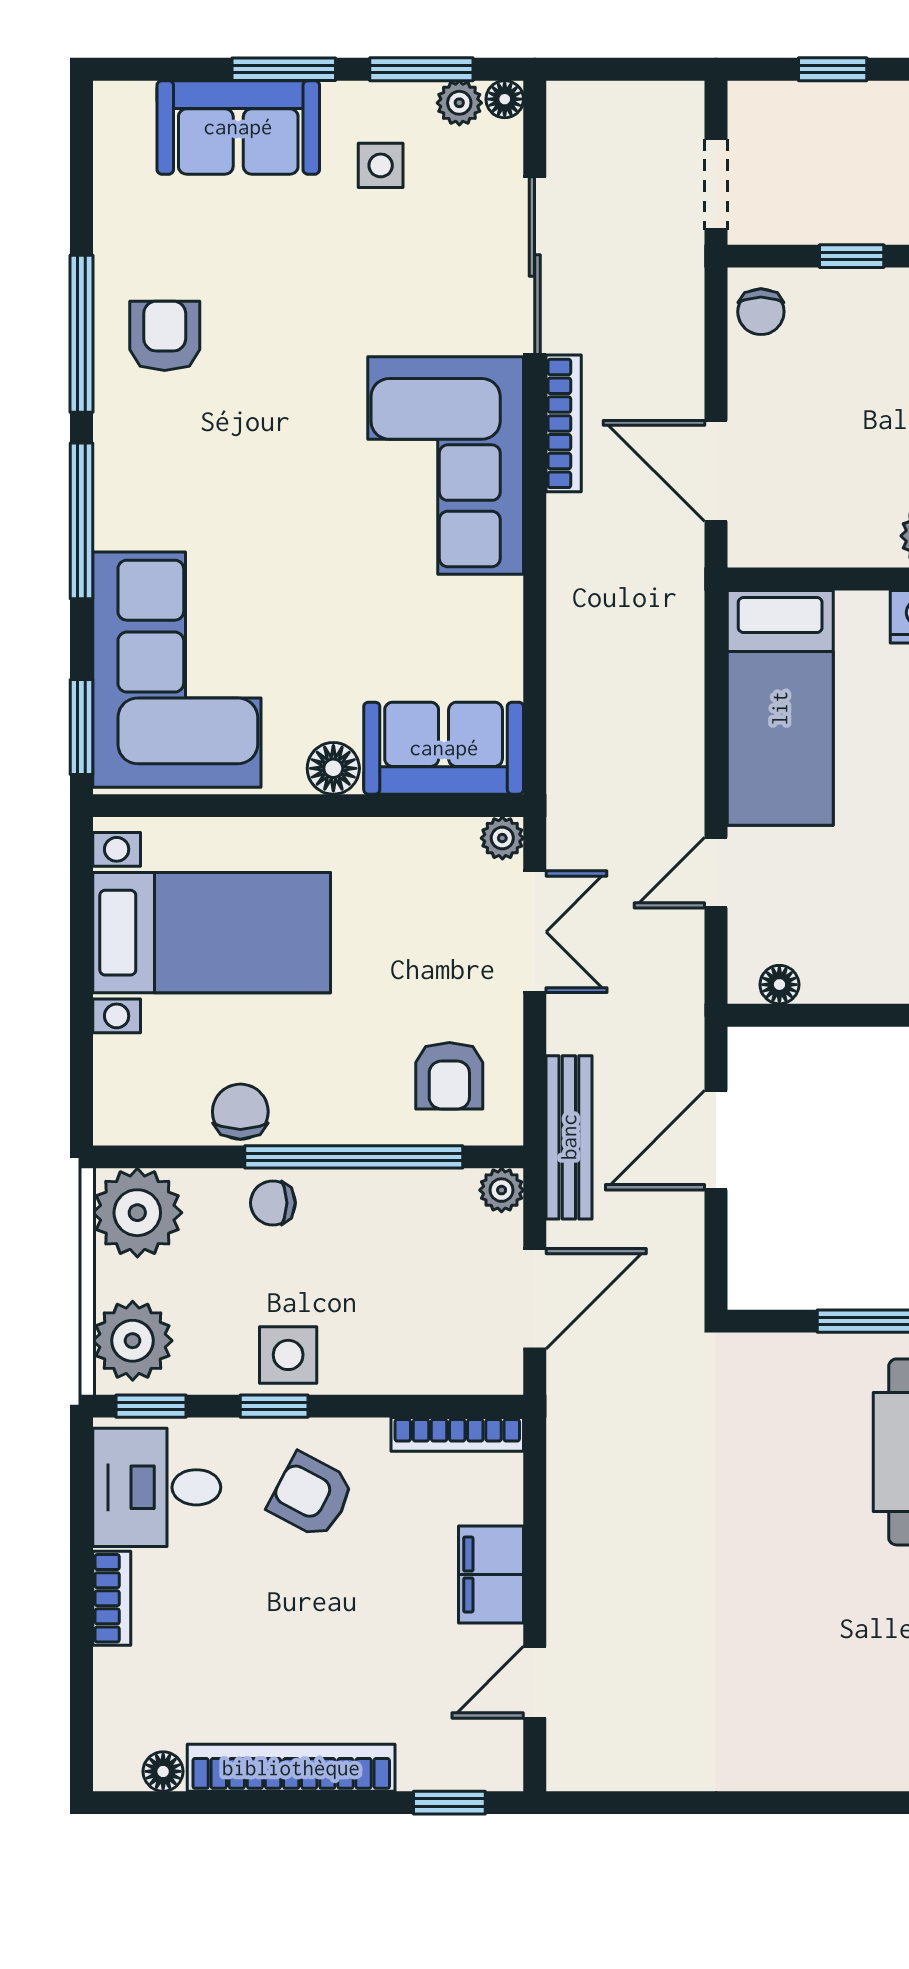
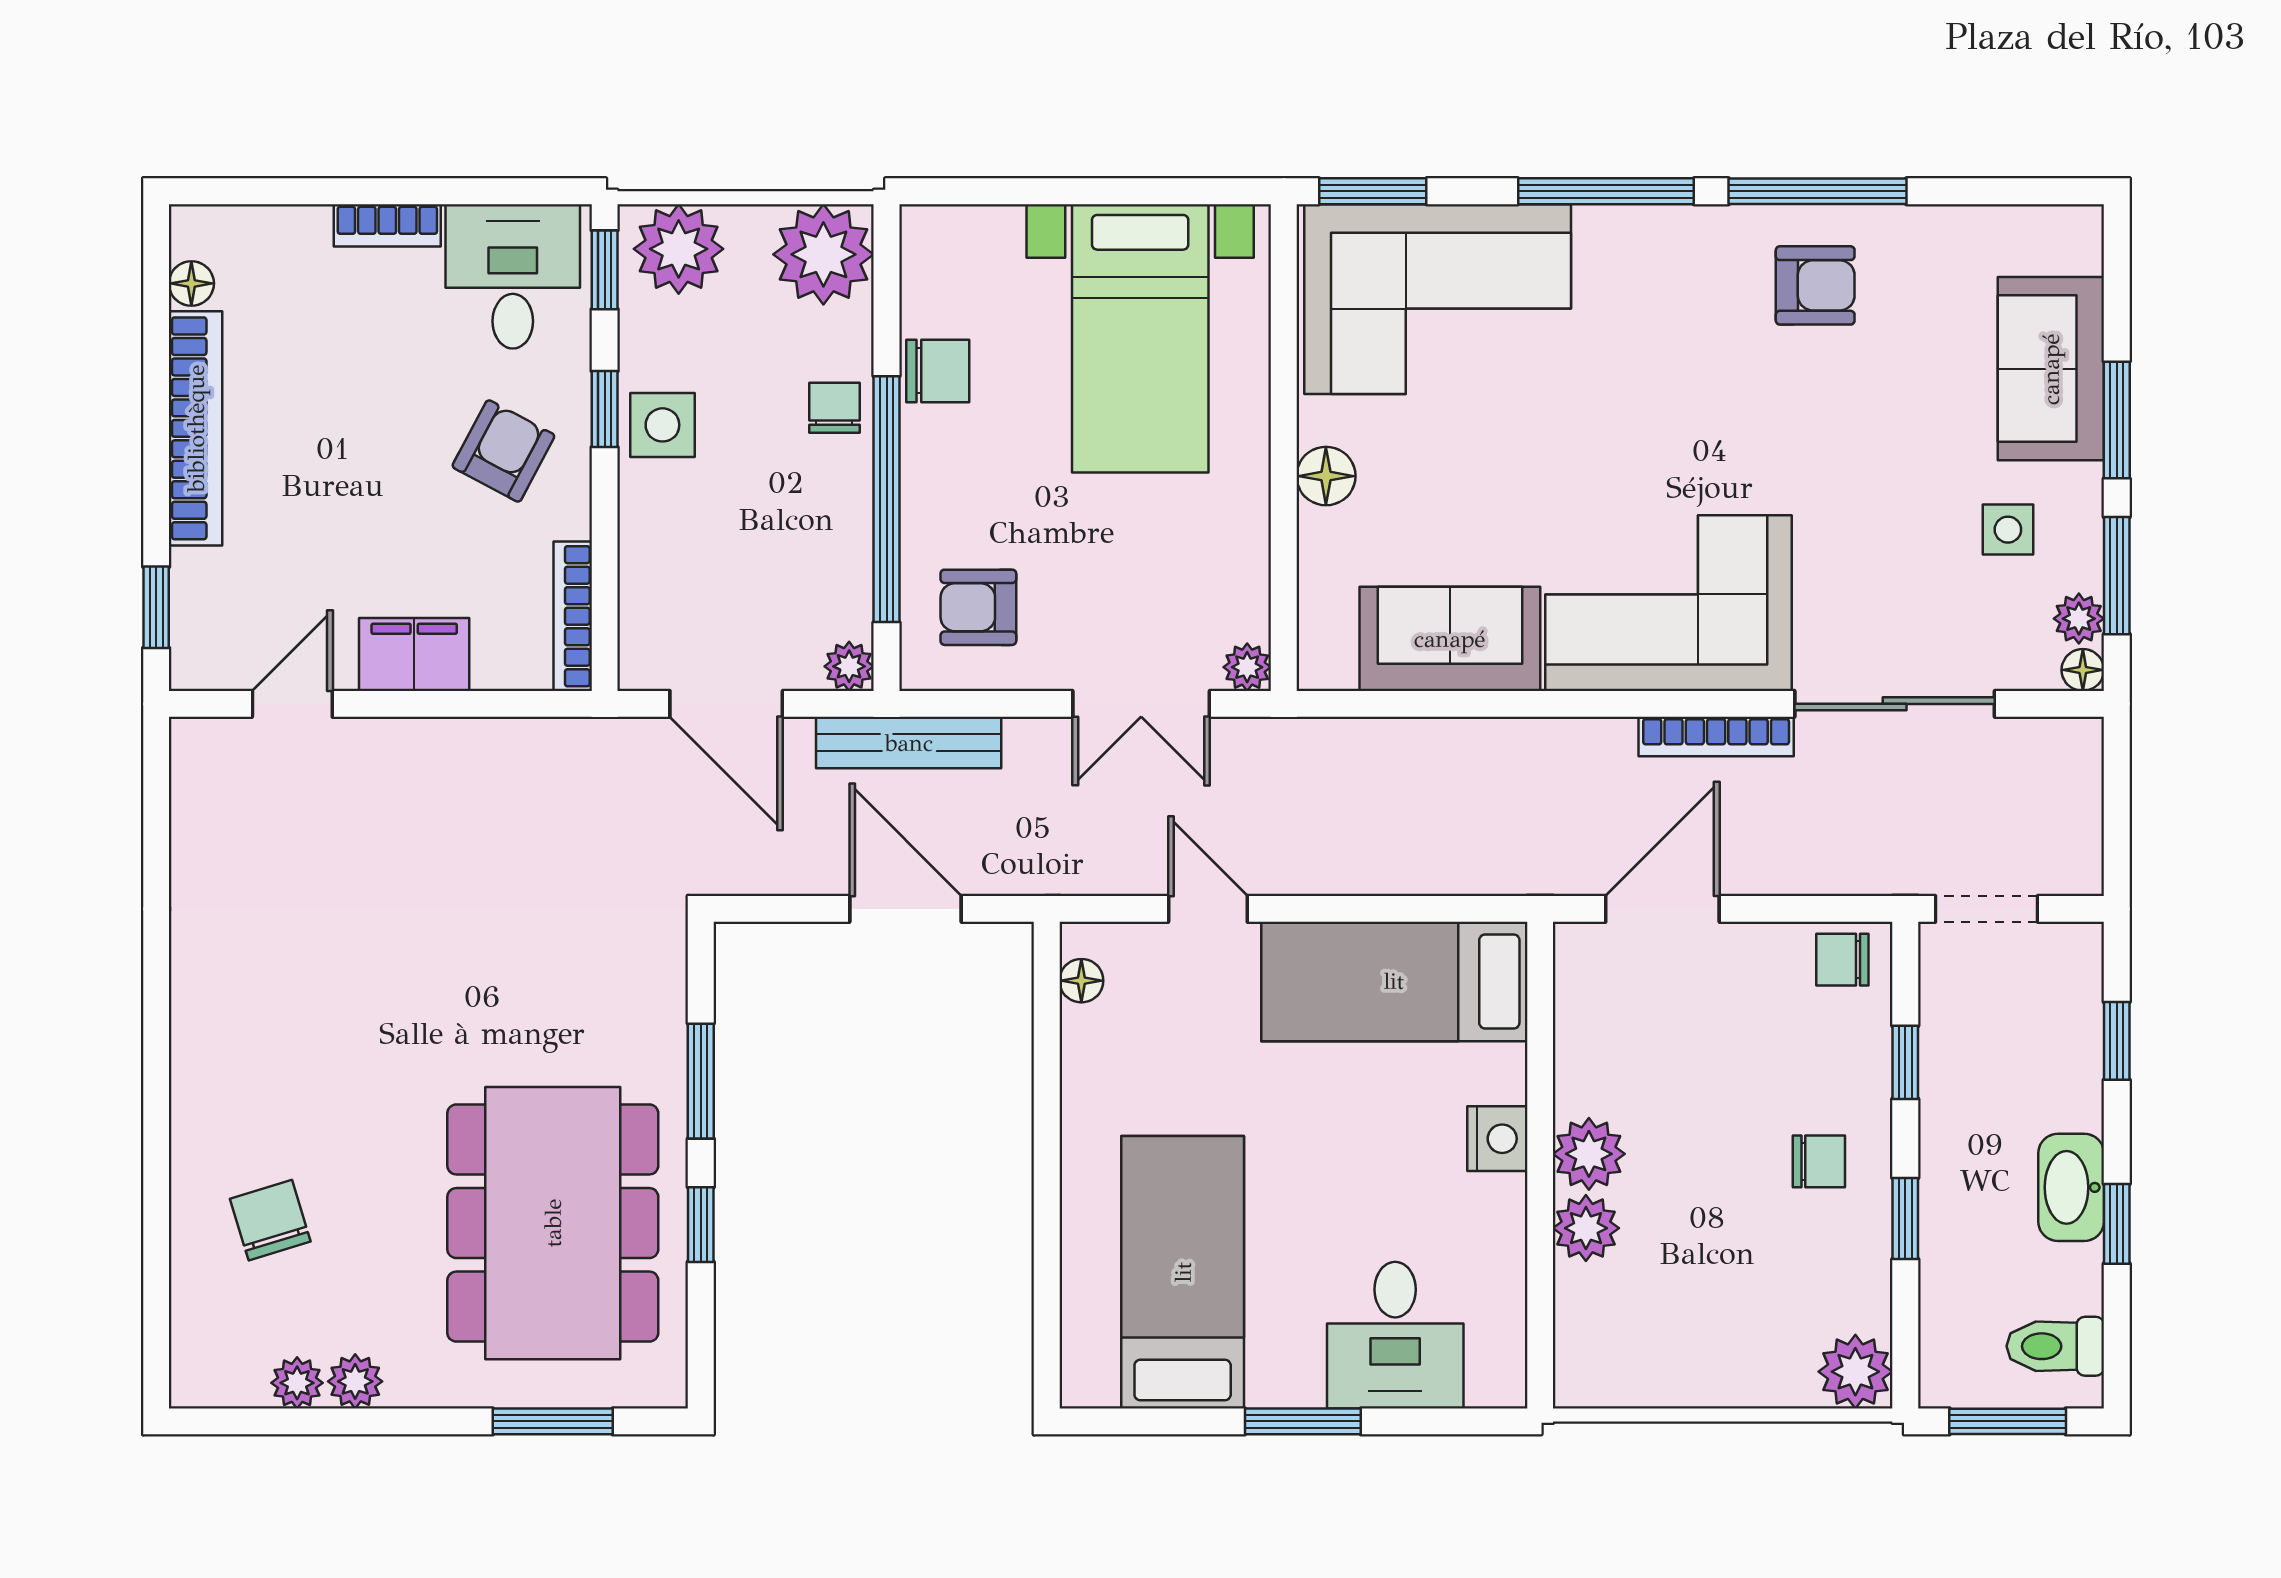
sofa: (444, 748) -> (1450, 639), moved, turned -90
door: (535, 1682) -> (292, 704), hinge flipped

